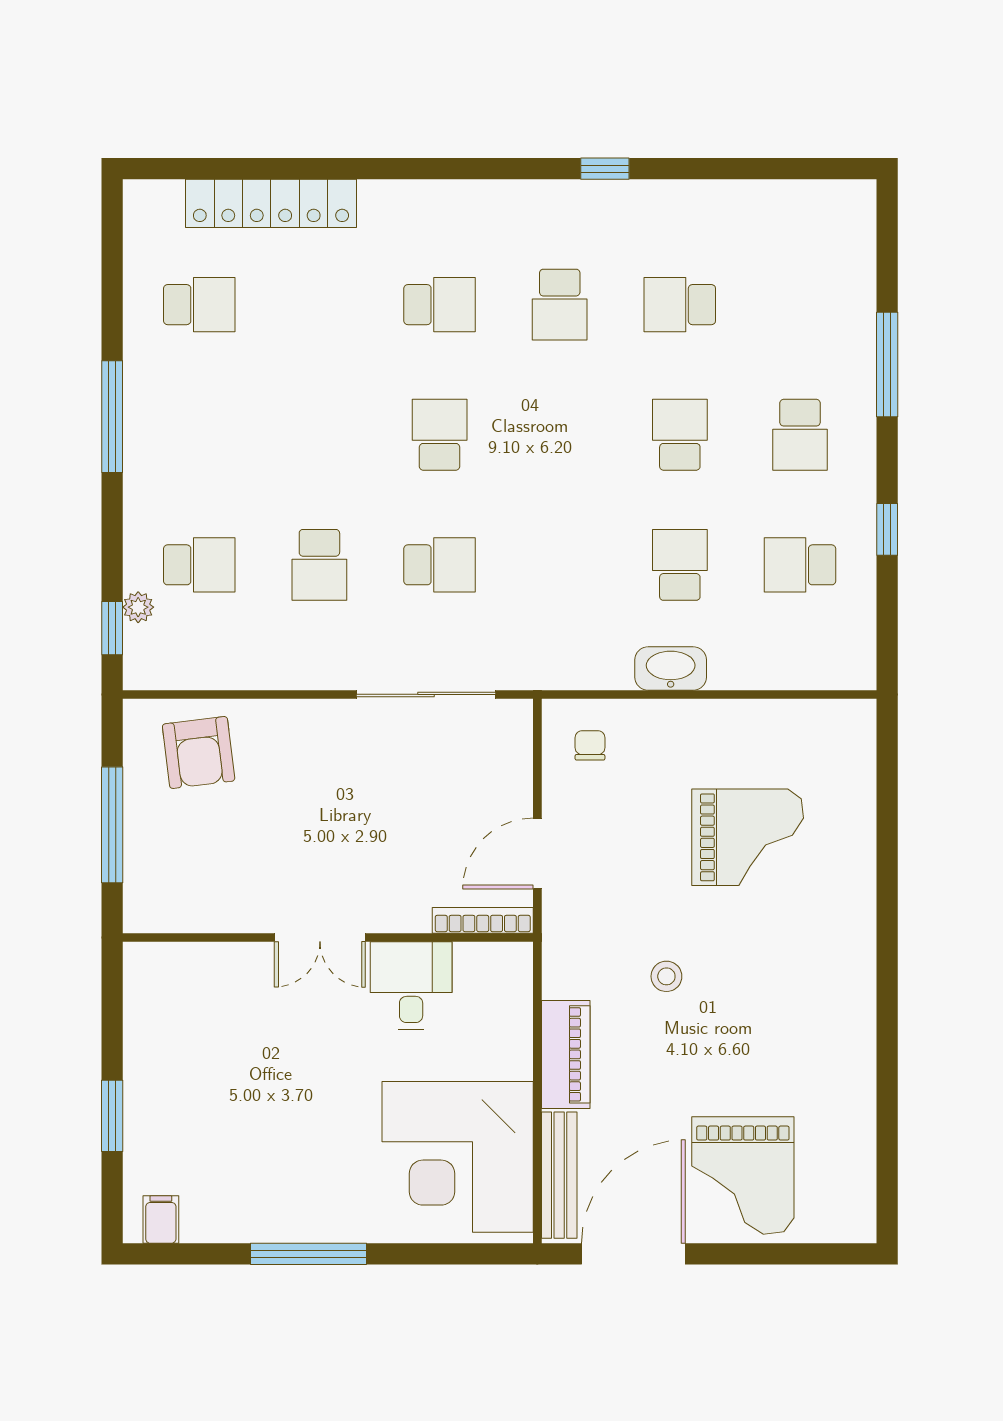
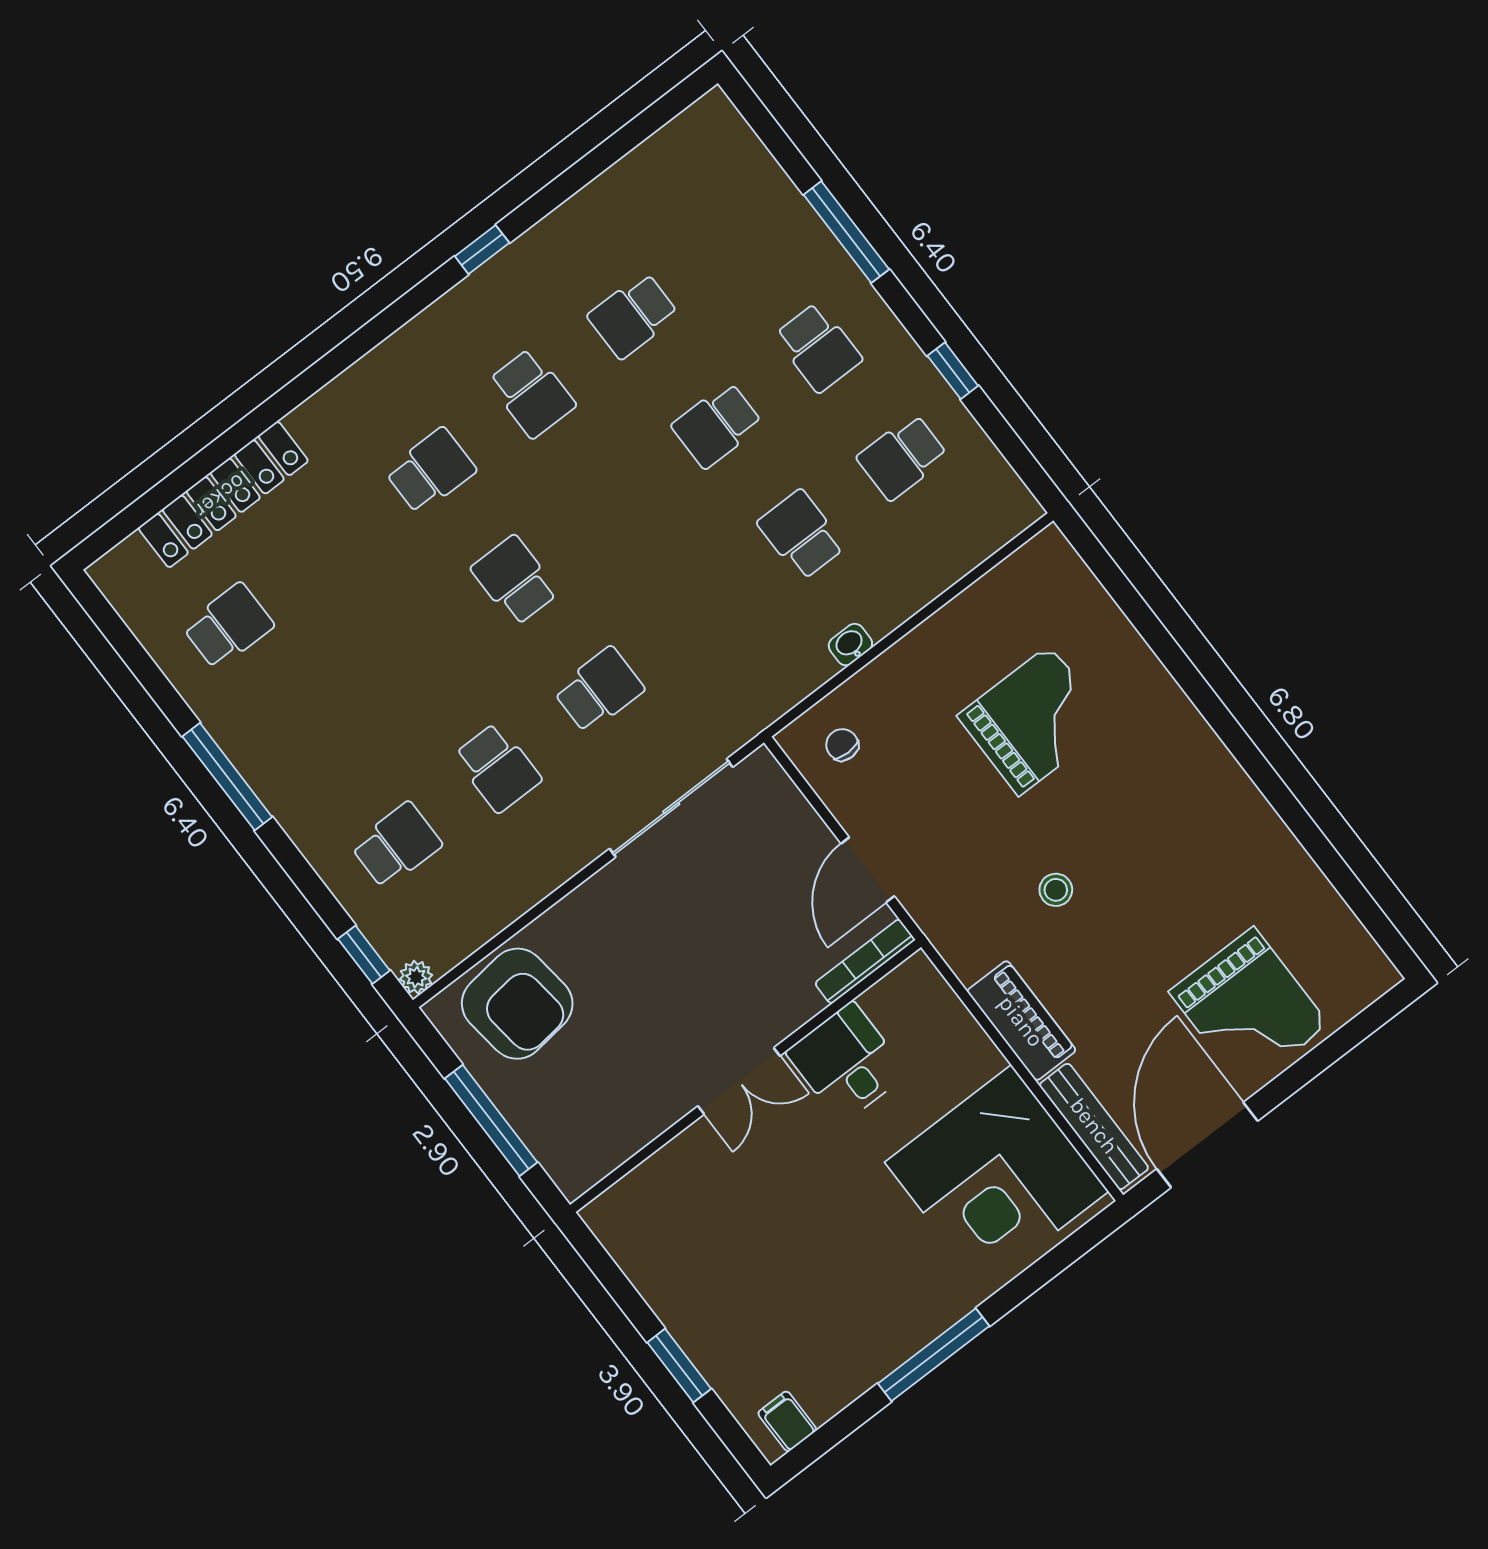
school desk: (680, 435) -> (717, 425), turned -90
plant: (138, 607) -> (416, 977), moved
washbasin: (671, 669) -> (850, 645), width x0.52, depth x0.69
armchair: (199, 752) -> (517, 1004), width x1.36, depth x1.36

